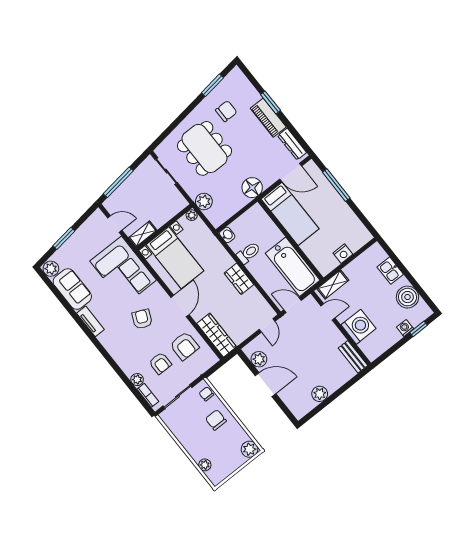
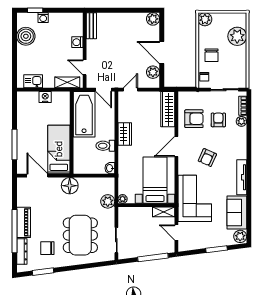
window: (270, 102) -> (14, 231), width x2.11
dresser: (292, 144) -> (22, 251), moved
kitchen sink: (390, 271) -> (33, 81), moved, turned -90
tv unit: (90, 321) -> (242, 177), width x1.41
washing machine: (358, 327) -> (77, 42), width x0.53, depth x0.53
armchair: (184, 346) -> (194, 119), turned 90
plant: (320, 394) -> (153, 19), moved
plant: (205, 465) -> (237, 36), width x1.88, depth x1.88

